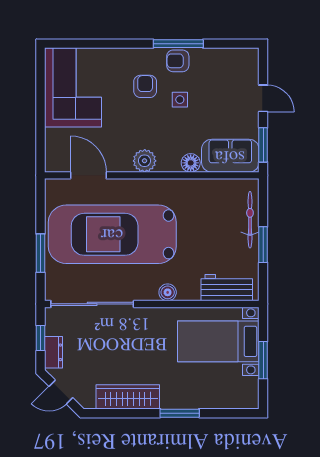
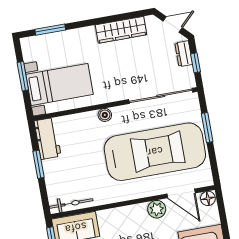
plant: (145, 161) -> (157, 209), moved
floor lamp: (191, 163) -> (208, 198), moved
bicycle: (250, 220) -> (71, 204), moved, turned -90
workbench: (227, 288) -> (48, 139), moved, turned -90
window: (180, 413) -> (50, 30), moved

